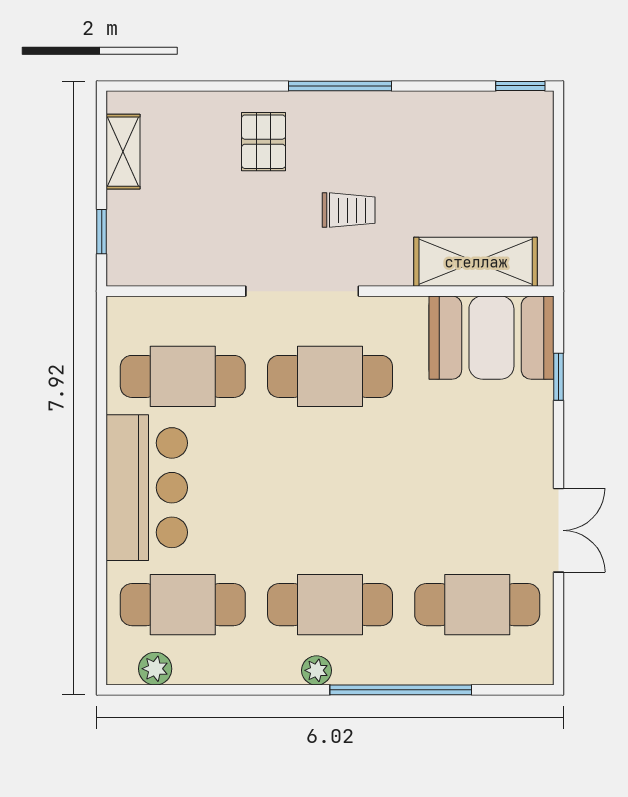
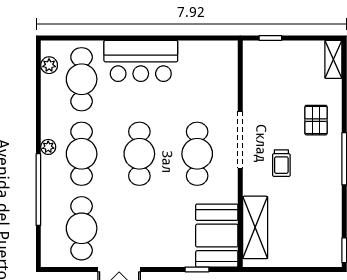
pallet: (264, 142) -> (316, 120), turned 90
shelving: (123, 152) -> (333, 59), moved, turned 90
cafe table: (183, 376) -> (139, 154), moved

